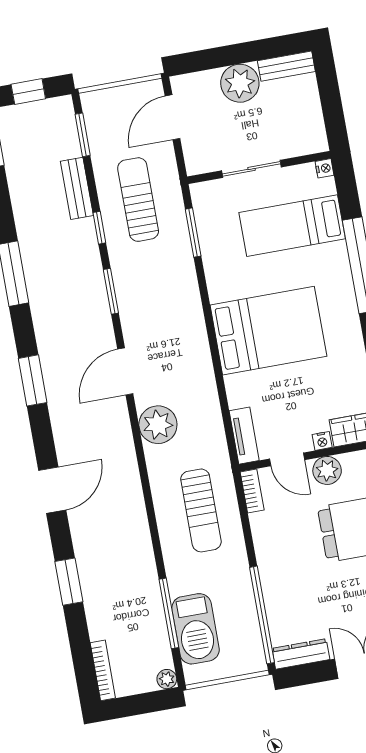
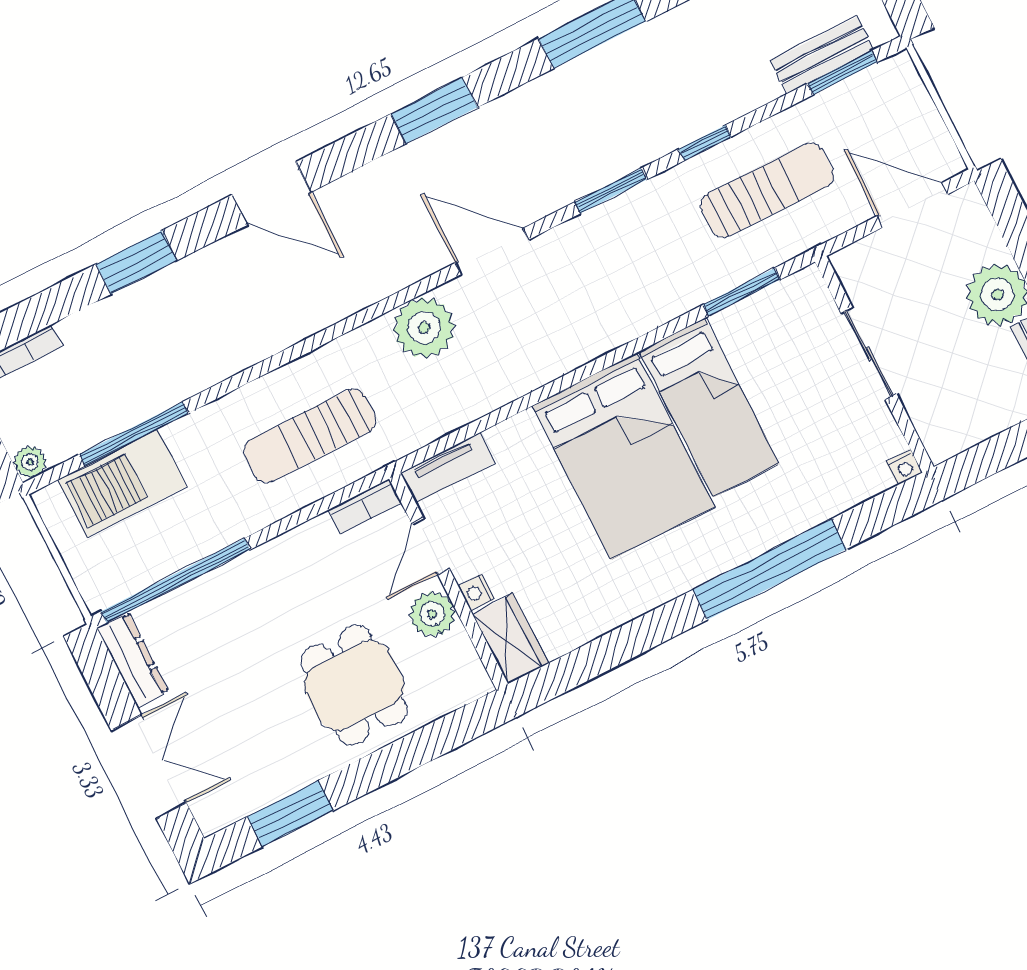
bench: (77, 188) -> (822, 55), moved
bed: (292, 226) -> (709, 407), moved, turned 180

